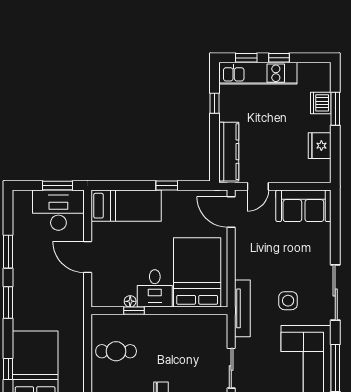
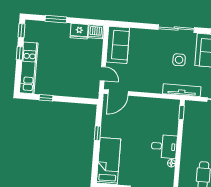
window: (246, 58) -> (21, 31), moved
dishwasher: (321, 103) -> (96, 32), moved
kitchen counter: (229, 152) -> (78, 91), removed
bed: (197, 272) -> (156, 118), removed
window: (134, 311) -> (181, 113), moved

